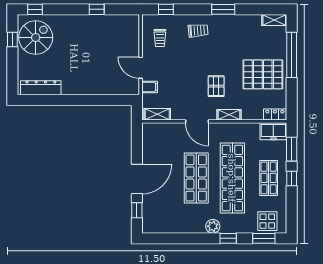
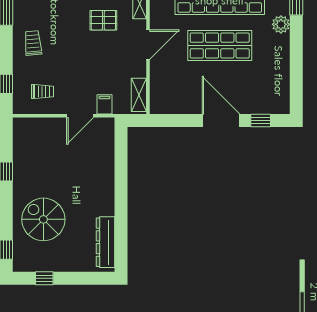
spiral stairs: (36, 38) -> (43, 219), moved

